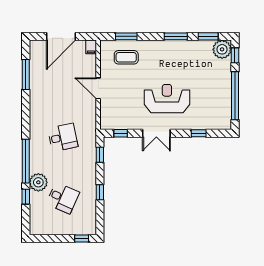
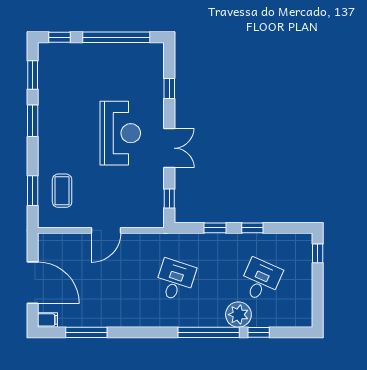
filing cabinet: (91, 47) -> (48, 320), moved
plant: (222, 49) -> (51, 56), removed
reception desk: (167, 99) -> (120, 133), turned 180
desk: (63, 137) -> (175, 280), turned 30
window: (100, 155) -> (215, 228), moved

